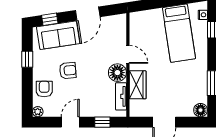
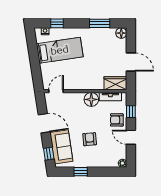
door: (128, 54) -> (56, 91), moved
wardrobe: (138, 85) -> (115, 83), moved
armchair: (44, 89) -> (117, 120), moved

